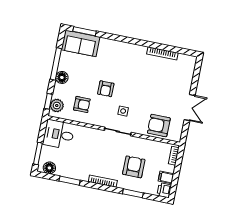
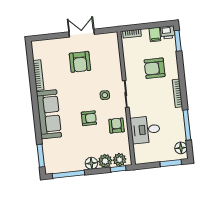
sofa: (81, 43) -> (49, 114), moved, width x1.36
window: (56, 64) -> (69, 174), moved
plant: (60, 91) -> (105, 161), added
armchair: (82, 104) -> (116, 126), moved
armchair: (159, 126) -> (80, 62), moved
desk: (59, 134) -> (145, 130), moved, turned 90
window: (70, 181) -> (187, 125), width x1.44
window: (133, 193) -> (178, 41), moved

